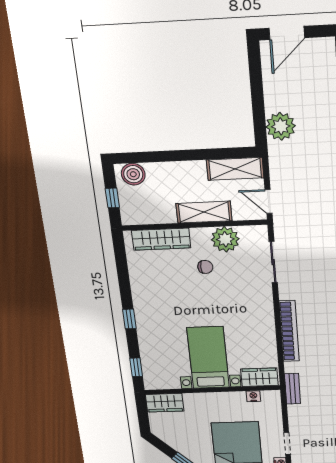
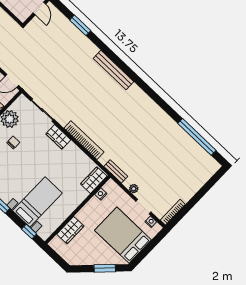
wardrobe: (264, 304) -> (58, 137), added
bed with nightstands: (208, 358) -> (37, 202), moved, turned 90
wardrobe: (165, 403) -> (70, 230), moved
plant: (295, 420) -> (134, 189), added

